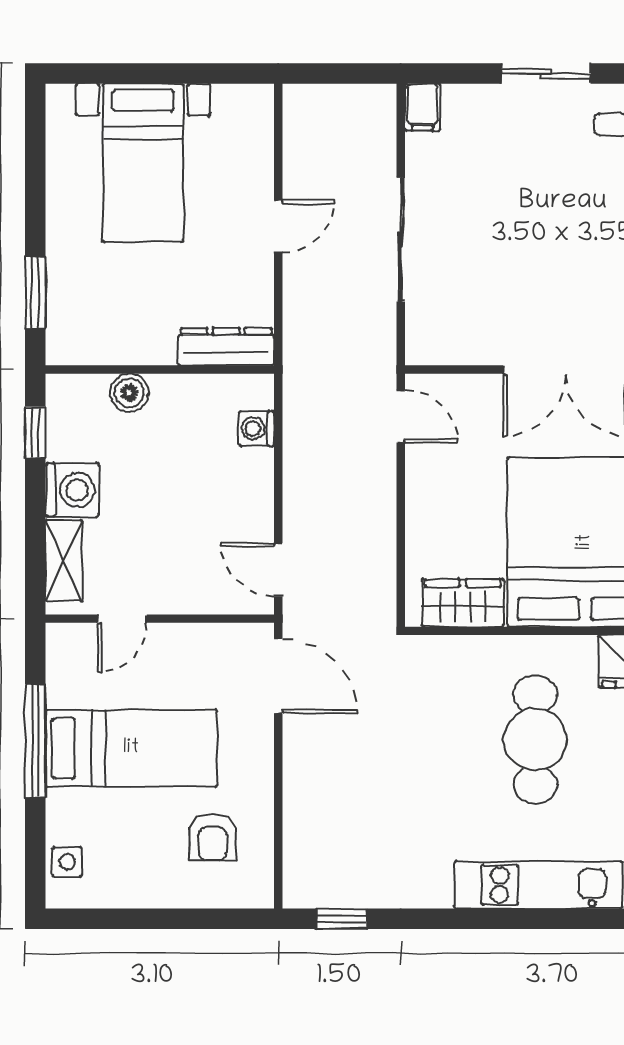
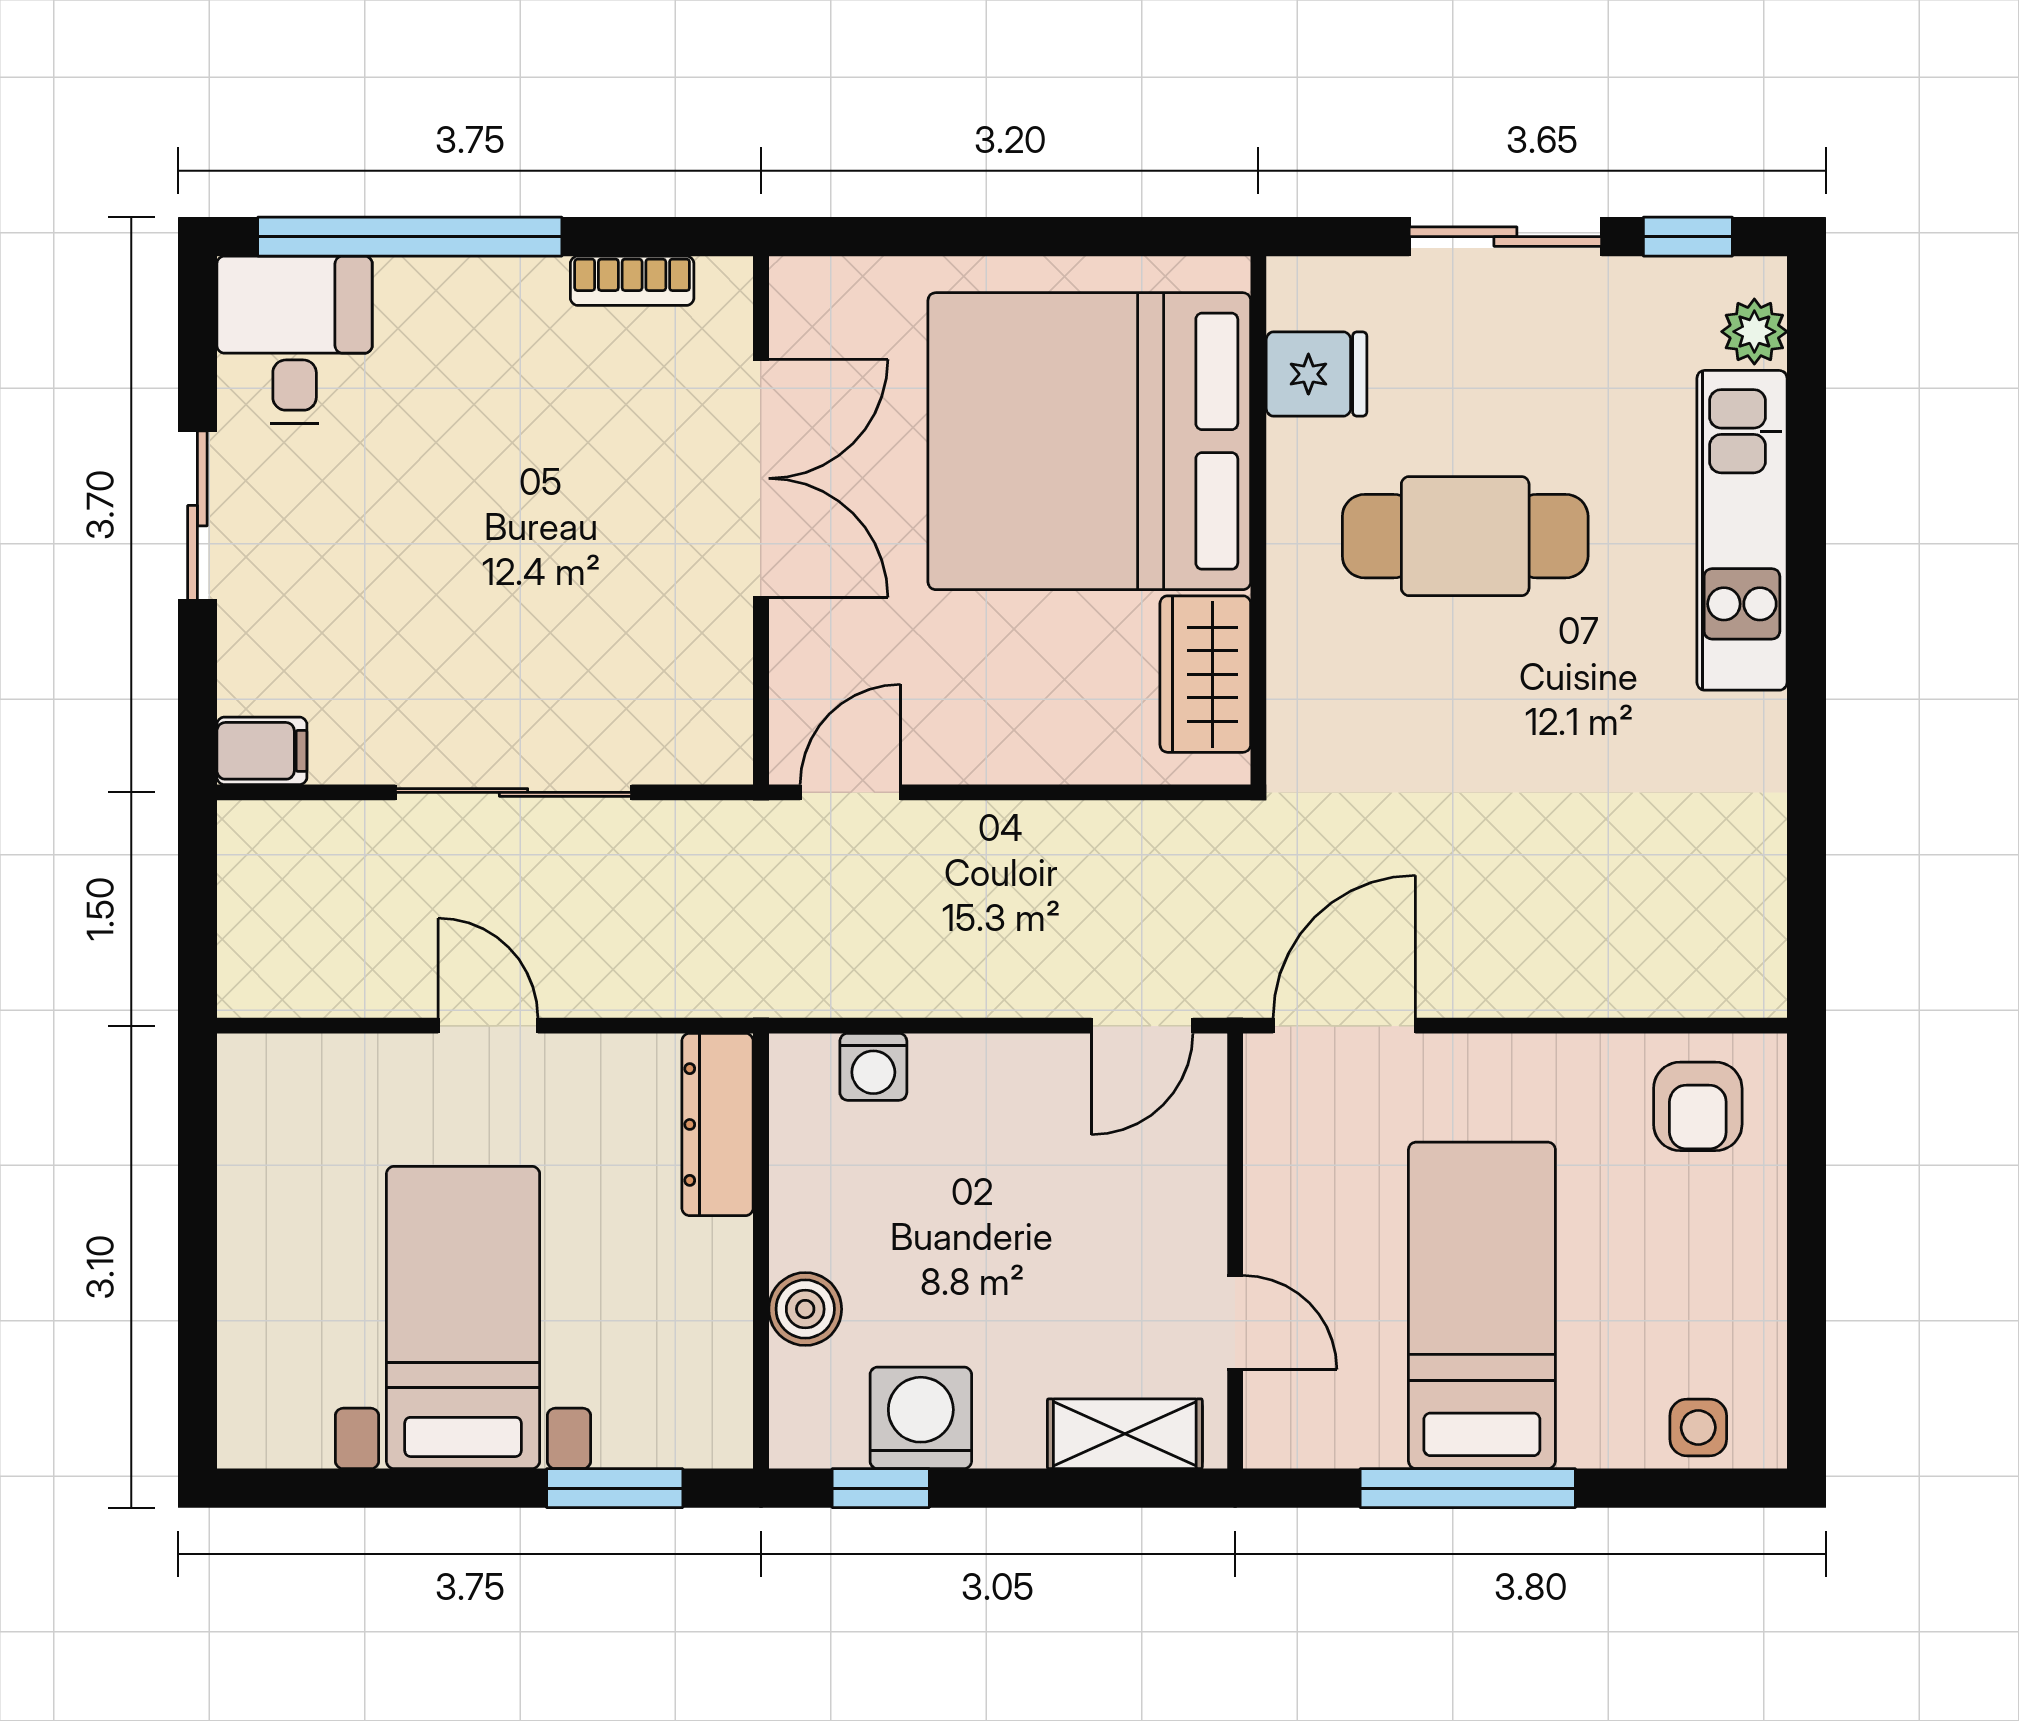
bed with nightstands: (143, 163) -> (463, 1317), moved, turned -90
washing machine: (72, 490) -> (921, 1418), moved
armchair: (213, 837) -> (1698, 1106), moved, turned 90
window: (342, 919) -> (1806, 904), removed

